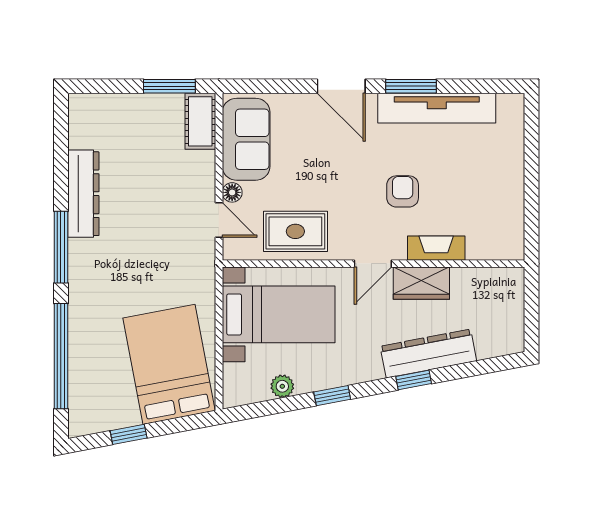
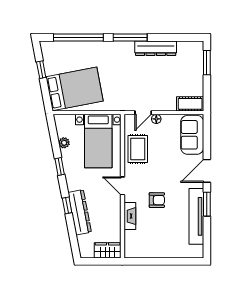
window: (169, 86) -> (207, 63), moved
sofa: (246, 139) -> (192, 135), moved, turned 90
wardrobe: (421, 283) -> (108, 250), moved, turned 90

